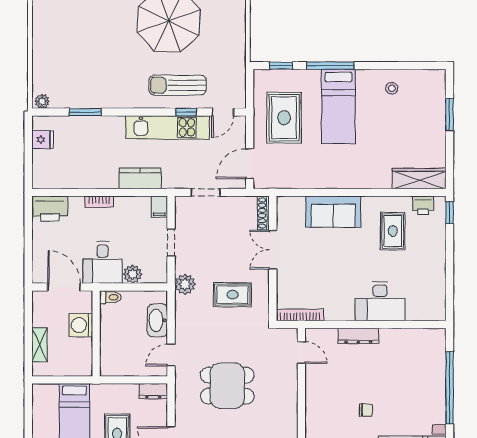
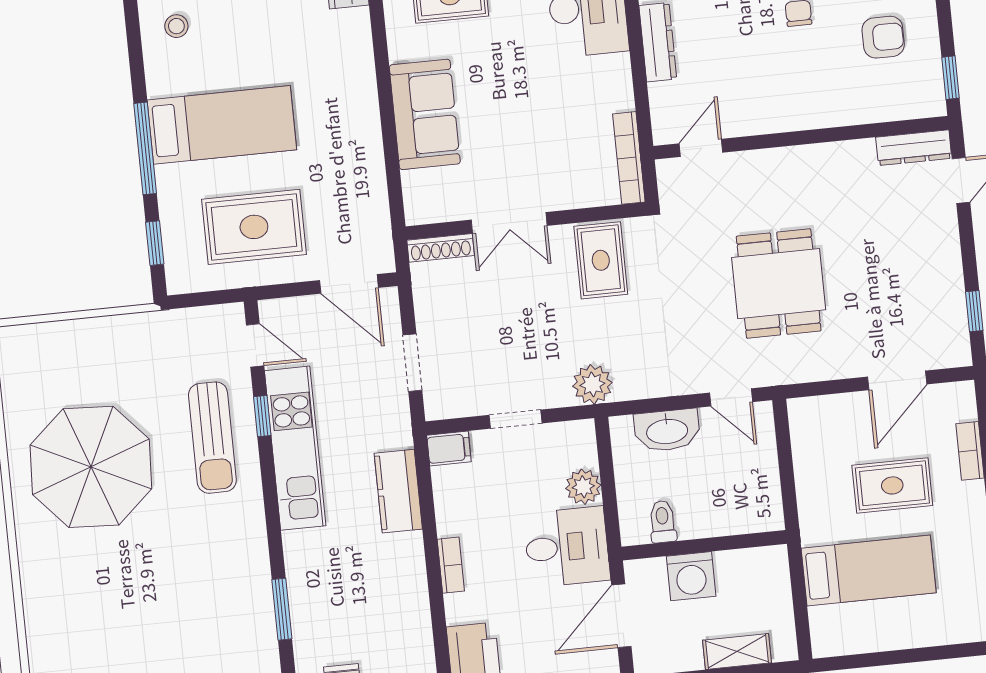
rug: (233, 295) -> (601, 260), moved
toilet: (110, 297) -> (663, 522), moved
dresser: (153, 391) -> (804, 425), removed

